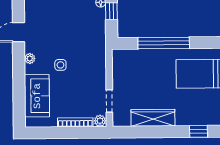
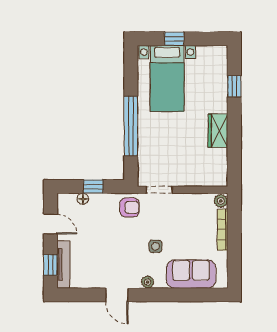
armchair: (94, 42) -> (130, 207), added
doorway: (109, 101) -> (159, 190), moved
wardrobe: (153, 118) -> (218, 131), width x0.67

